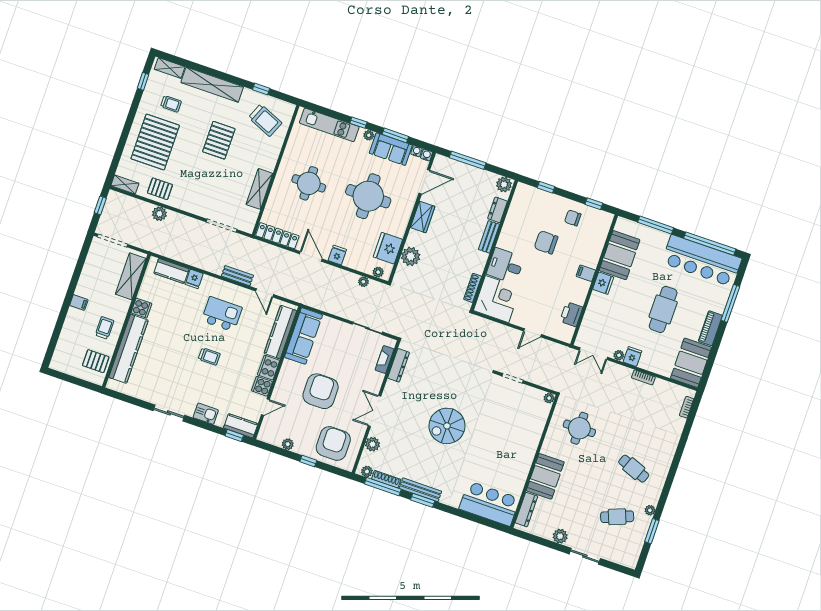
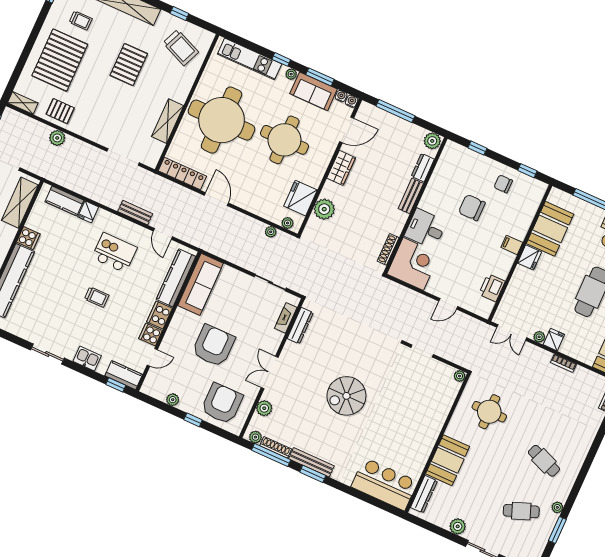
round table: (309, 183) -> (222, 120), width x1.86, depth x1.86
fridge: (337, 255) -> (245, 200), removed

